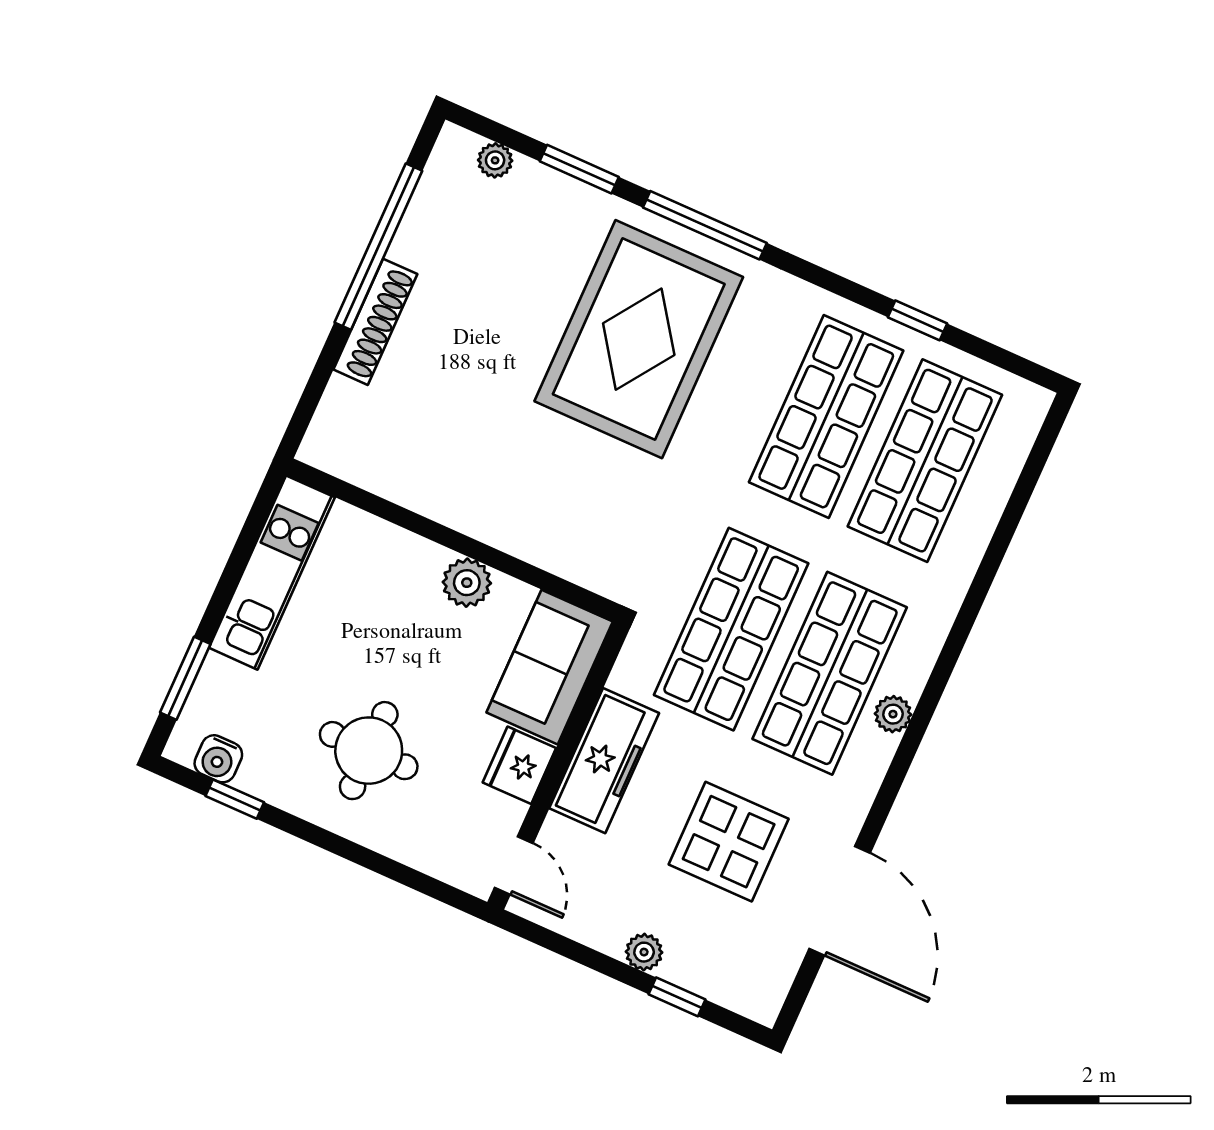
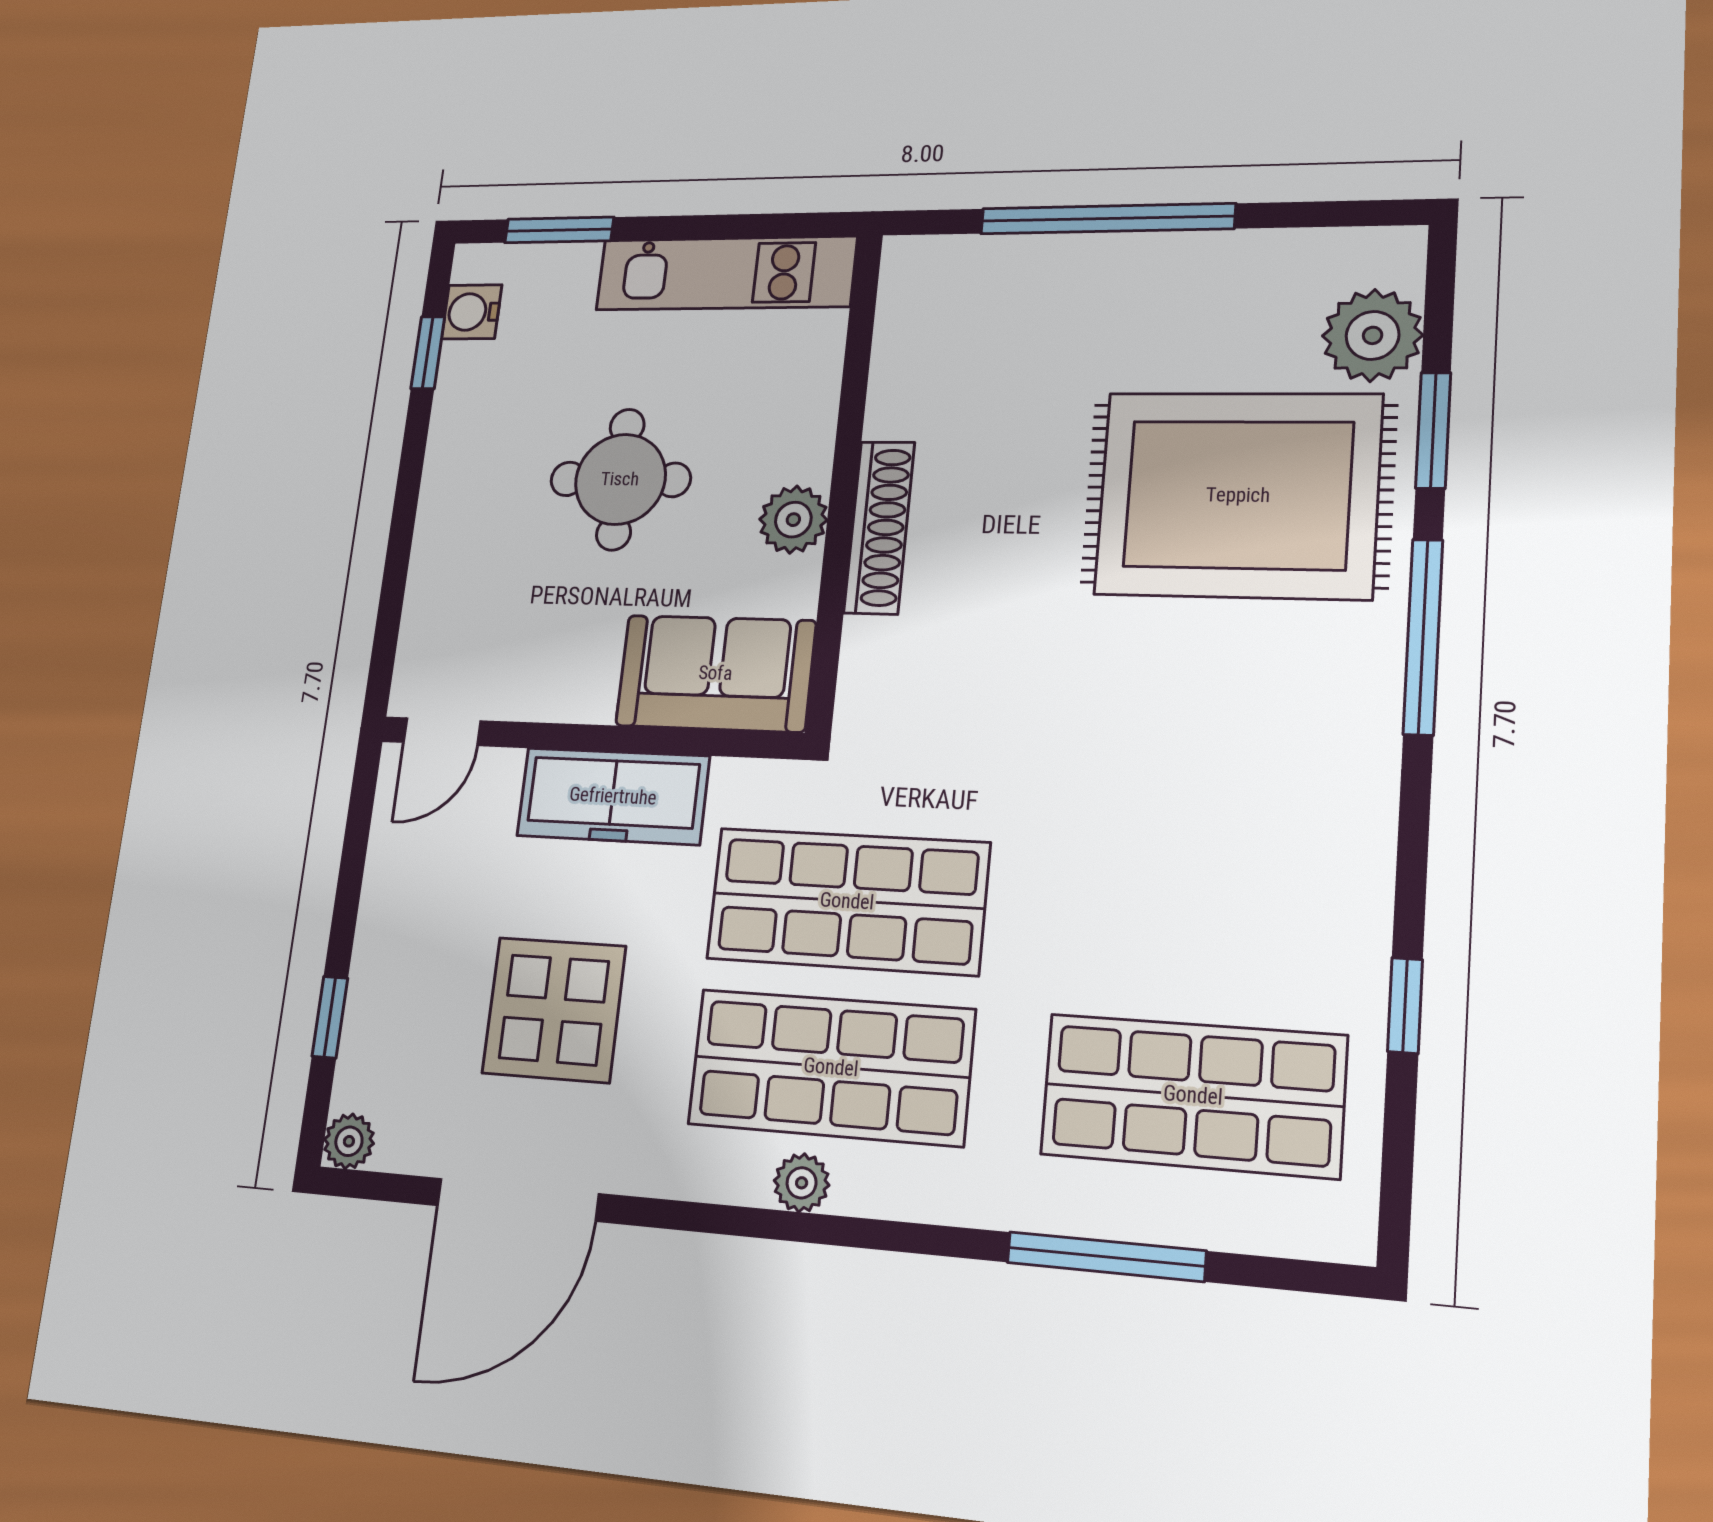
plant: (495, 160) -> (1373, 335), width x1.88, depth x1.88
window: (378, 247) -> (1107, 219), moved
shoe rack: (375, 322) -> (879, 527), moved, turned -90
rug: (639, 339) -> (1238, 495), moved
shop shelf: (826, 416) -> (1204, 922), removed
window: (999, 544) -> (1106, 1257), added
round table: (369, 751) -> (620, 479), moved
fridge: (519, 765) -> (574, 686), removed
plant: (644, 952) -> (349, 1141), moved

